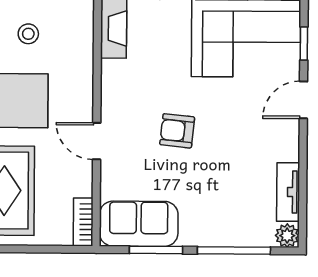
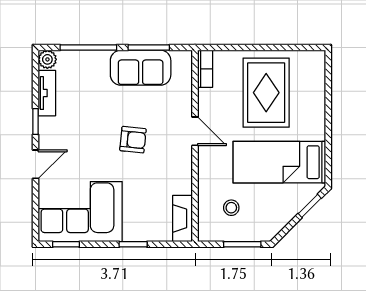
stool: (28, 34) -> (231, 208), moved
window: (304, 43) -> (36, 122), moved
sofa: (139, 224) -> (141, 68), moved

